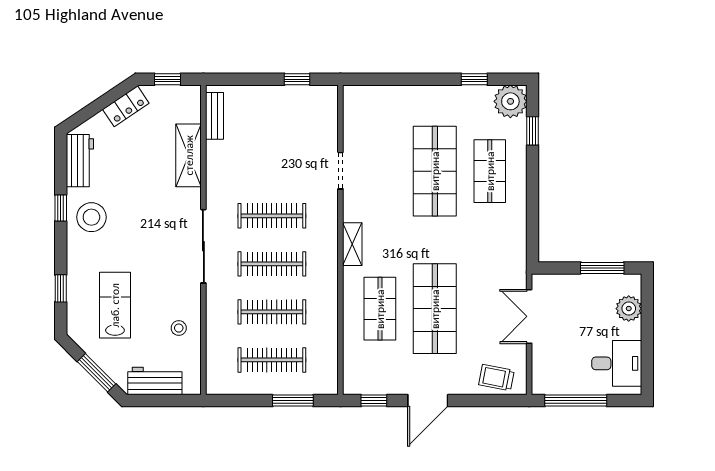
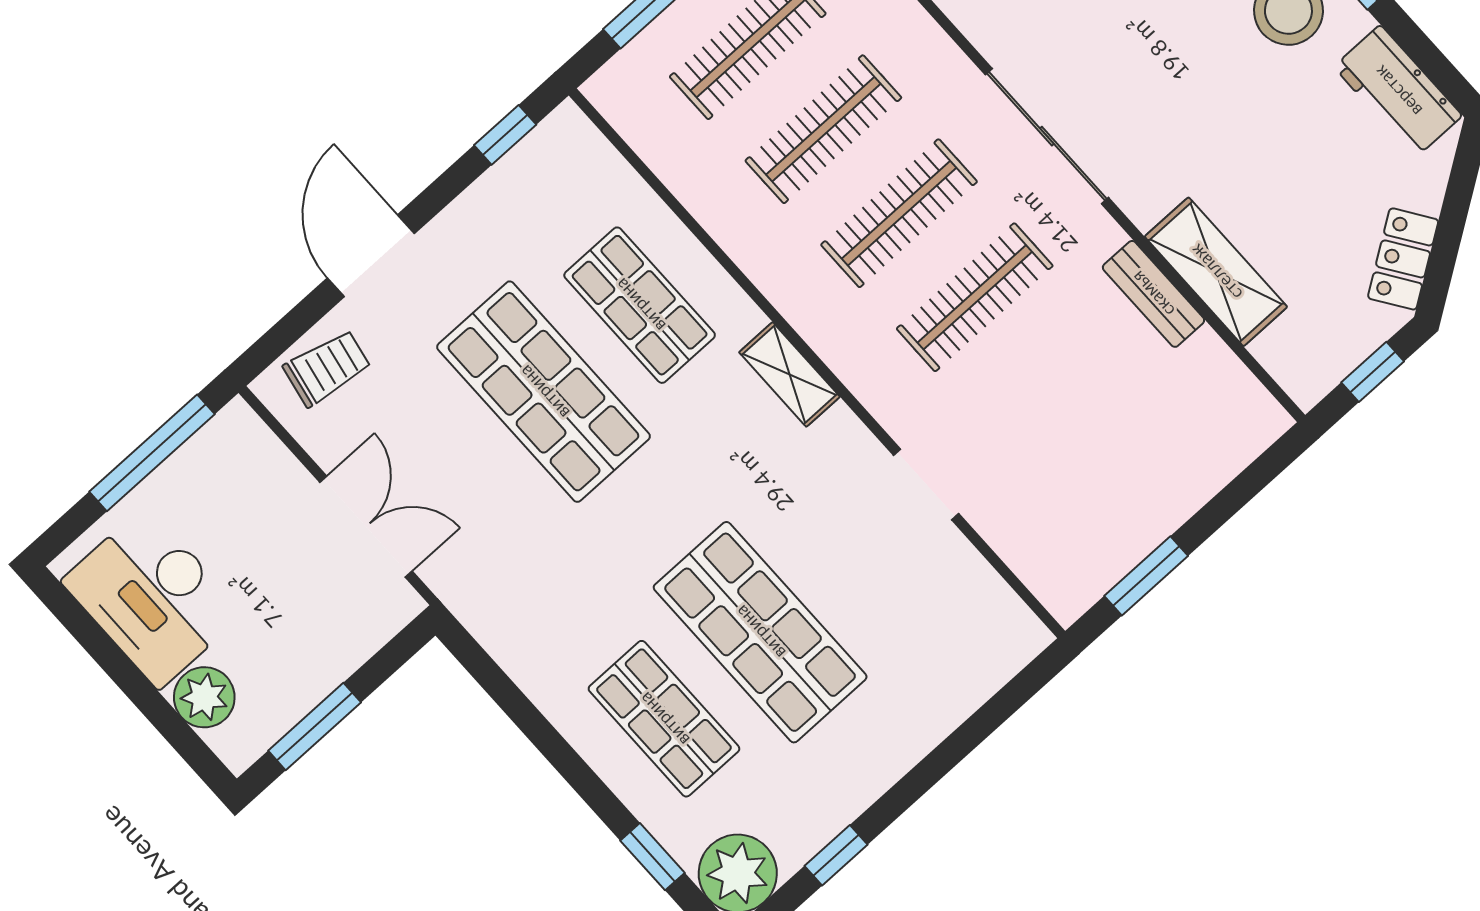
window: (297, 79) -> (1146, 576), width x1.50
bench: (215, 116) -> (1153, 294), moved
desk: (617, 363) -> (152, 597), width x1.37
door: (428, 401) -> (371, 256), moved

